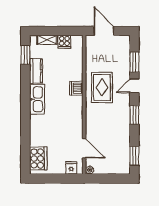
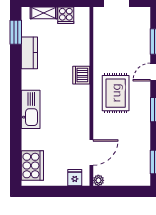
rug: (102, 88) -> (116, 93), moved
kitchen sink: (37, 99) -> (31, 109), moved
door: (84, 148) -> (91, 153), hinge flipped

